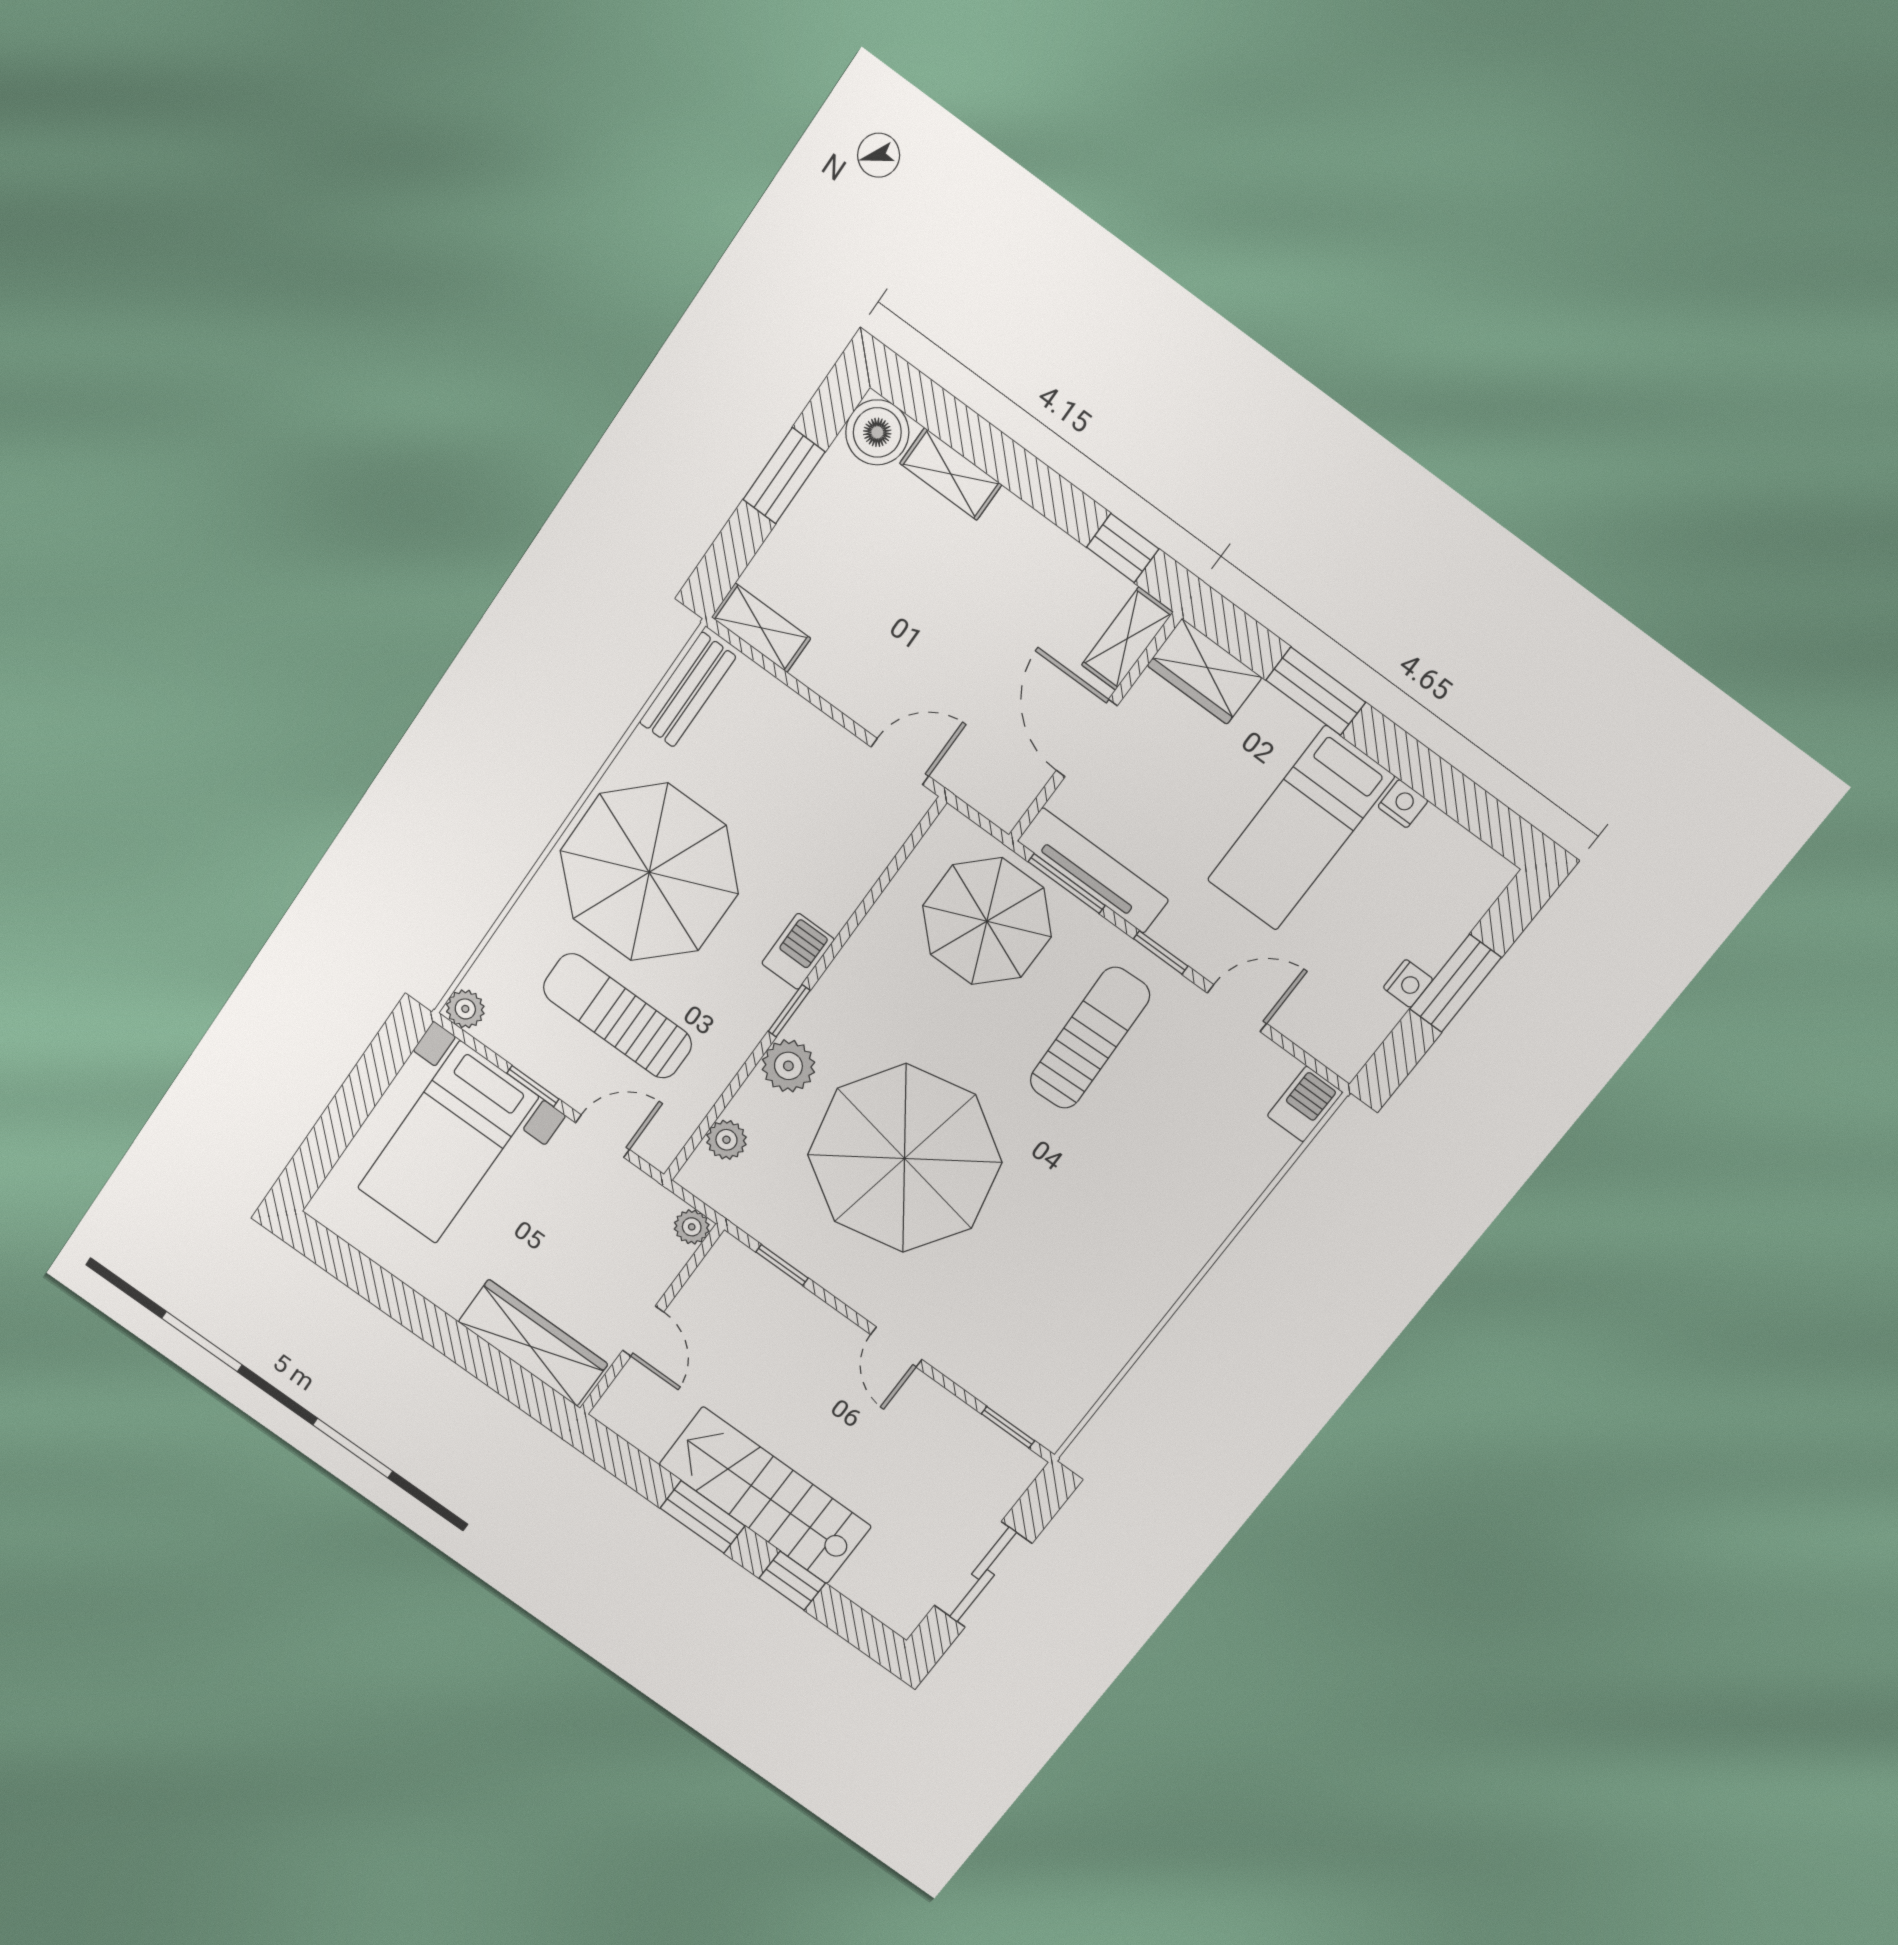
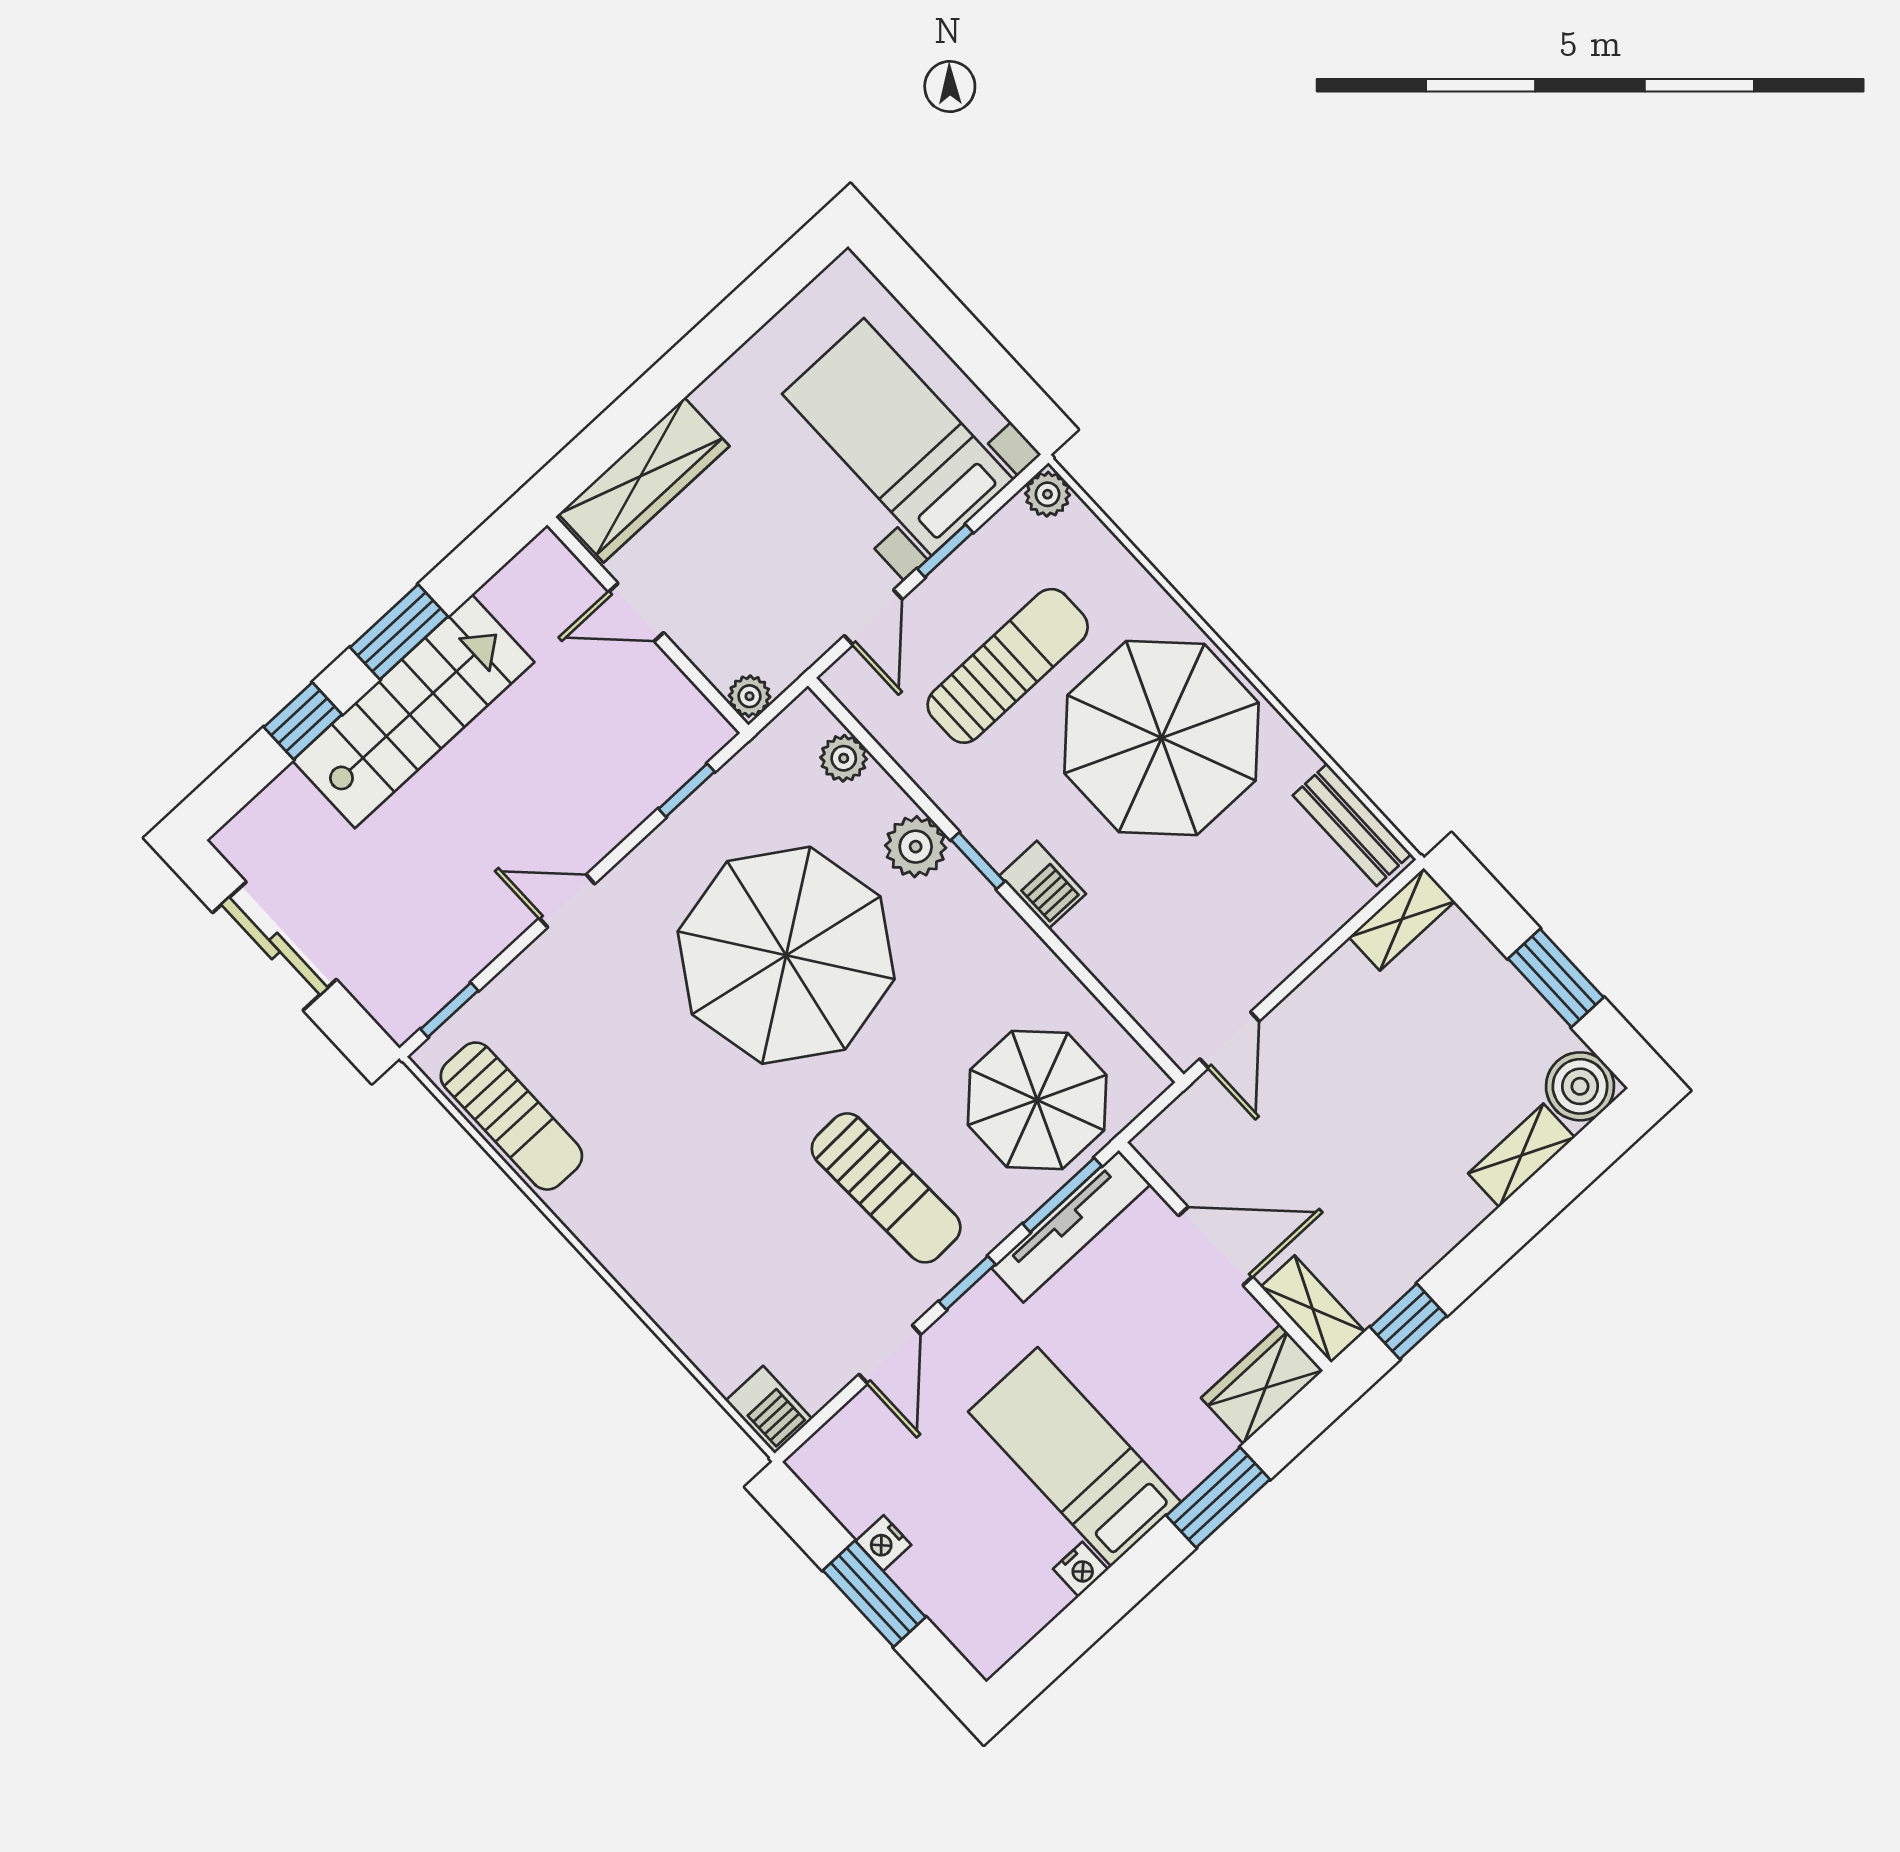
sun lounger: (1088, 1362) -> (511, 1116), added

